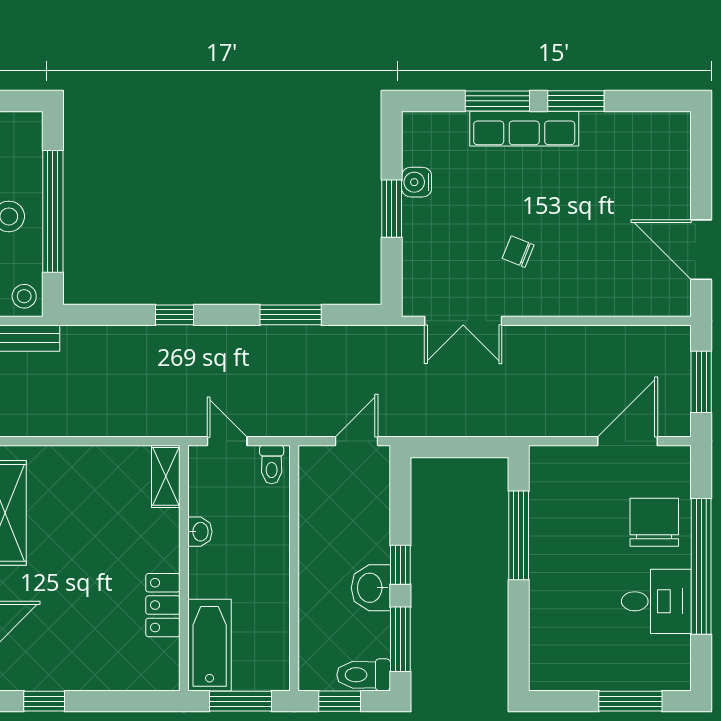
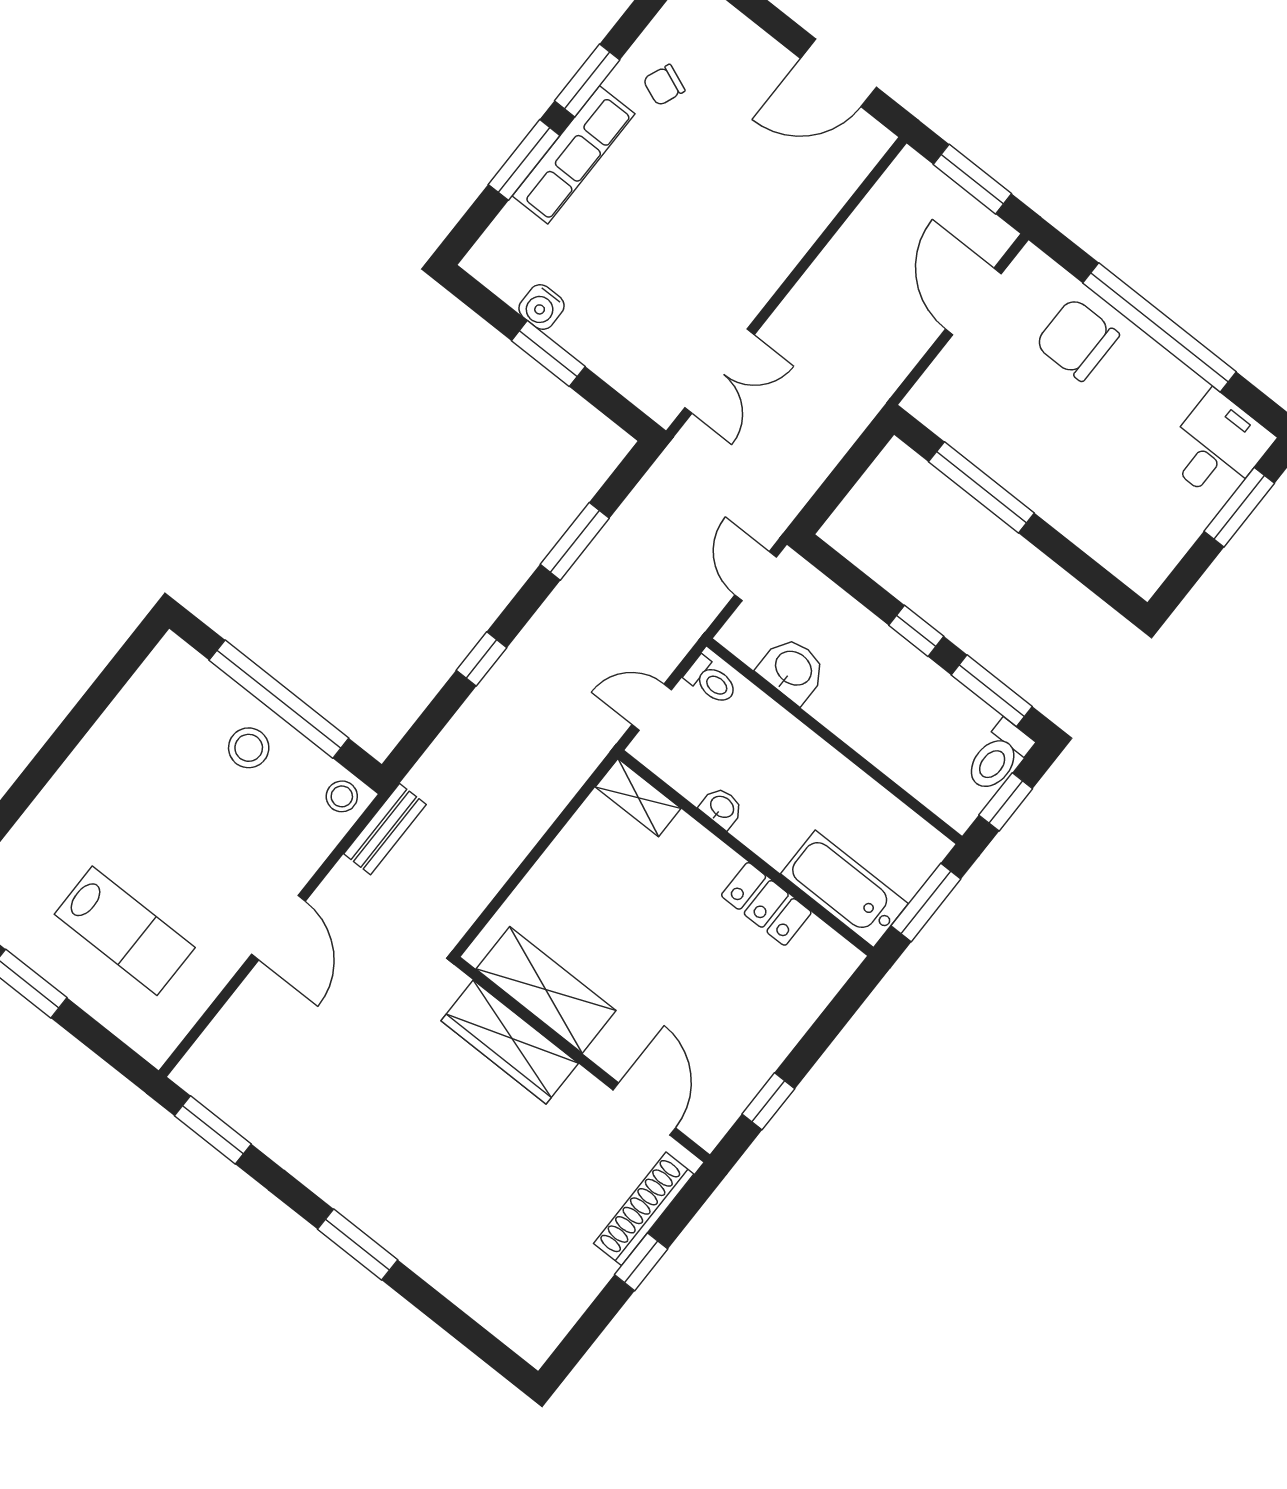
chair: (518, 252) -> (664, 85), moved
washbasin: (371, 588) -> (793, 669), moved, turned 180
desk: (656, 601) -> (1217, 447), moved

